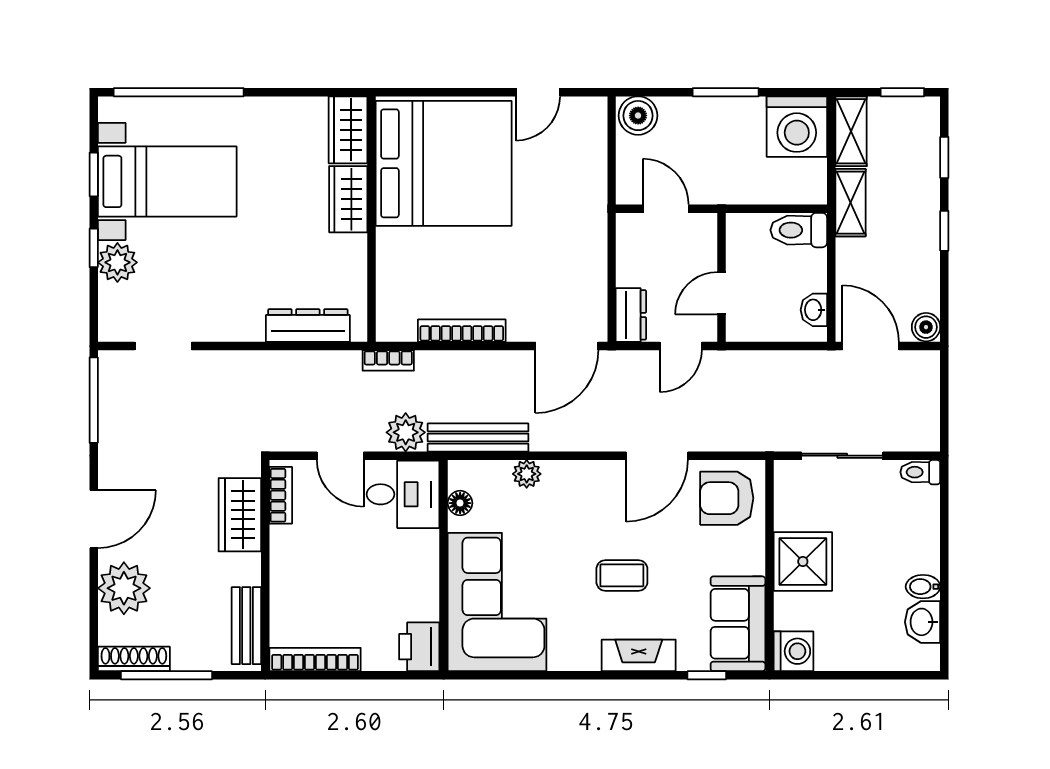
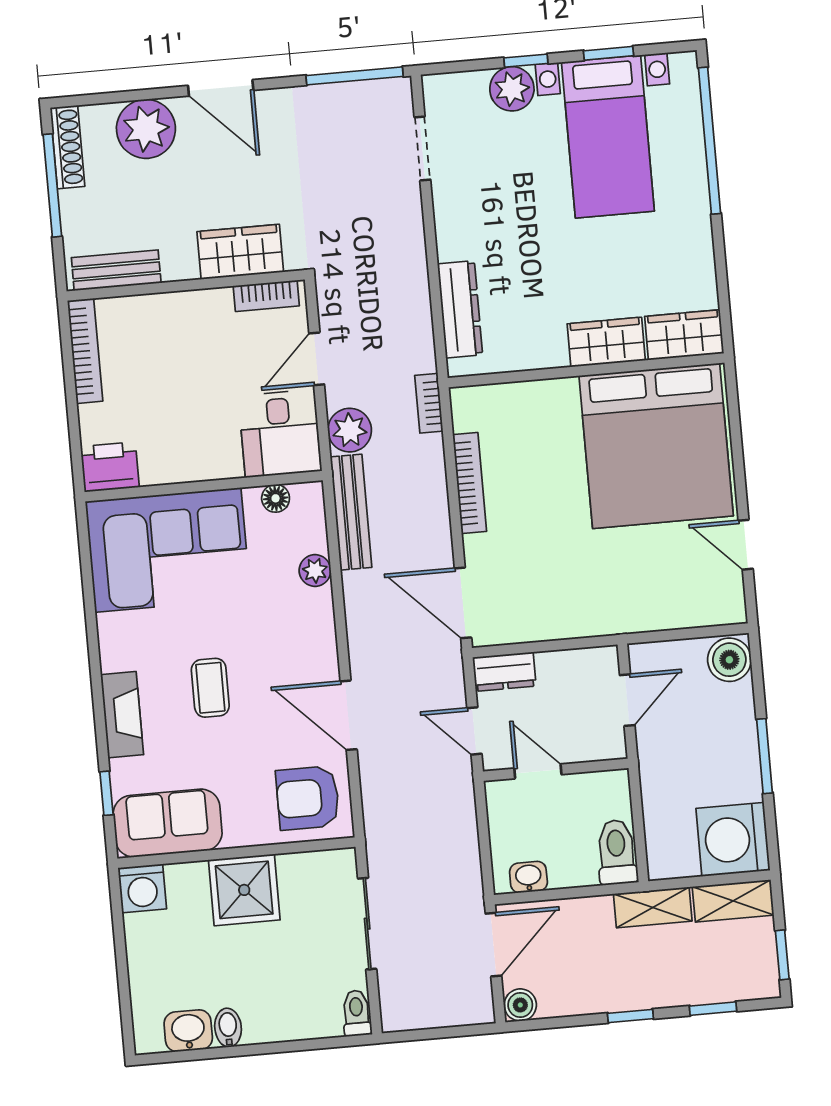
armchair: (727, 498) -> (308, 798), turned -90

